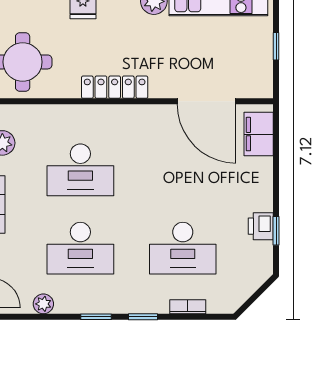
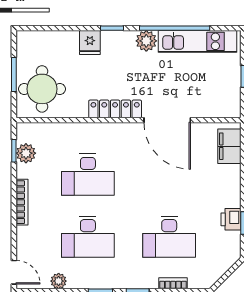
door: (207, 101) -> (167, 120), moved

